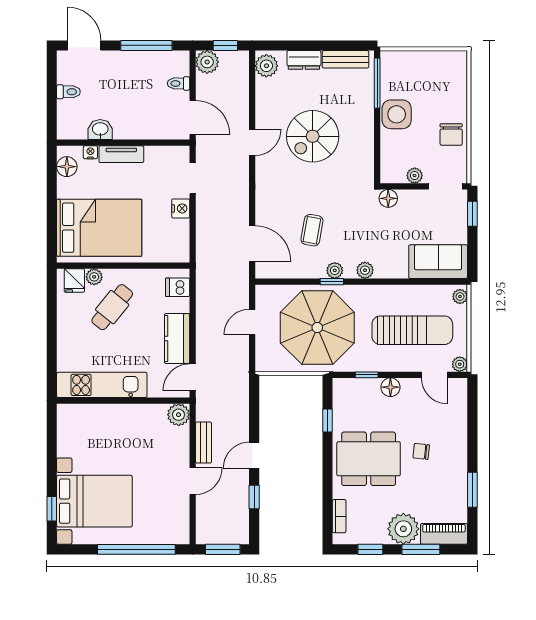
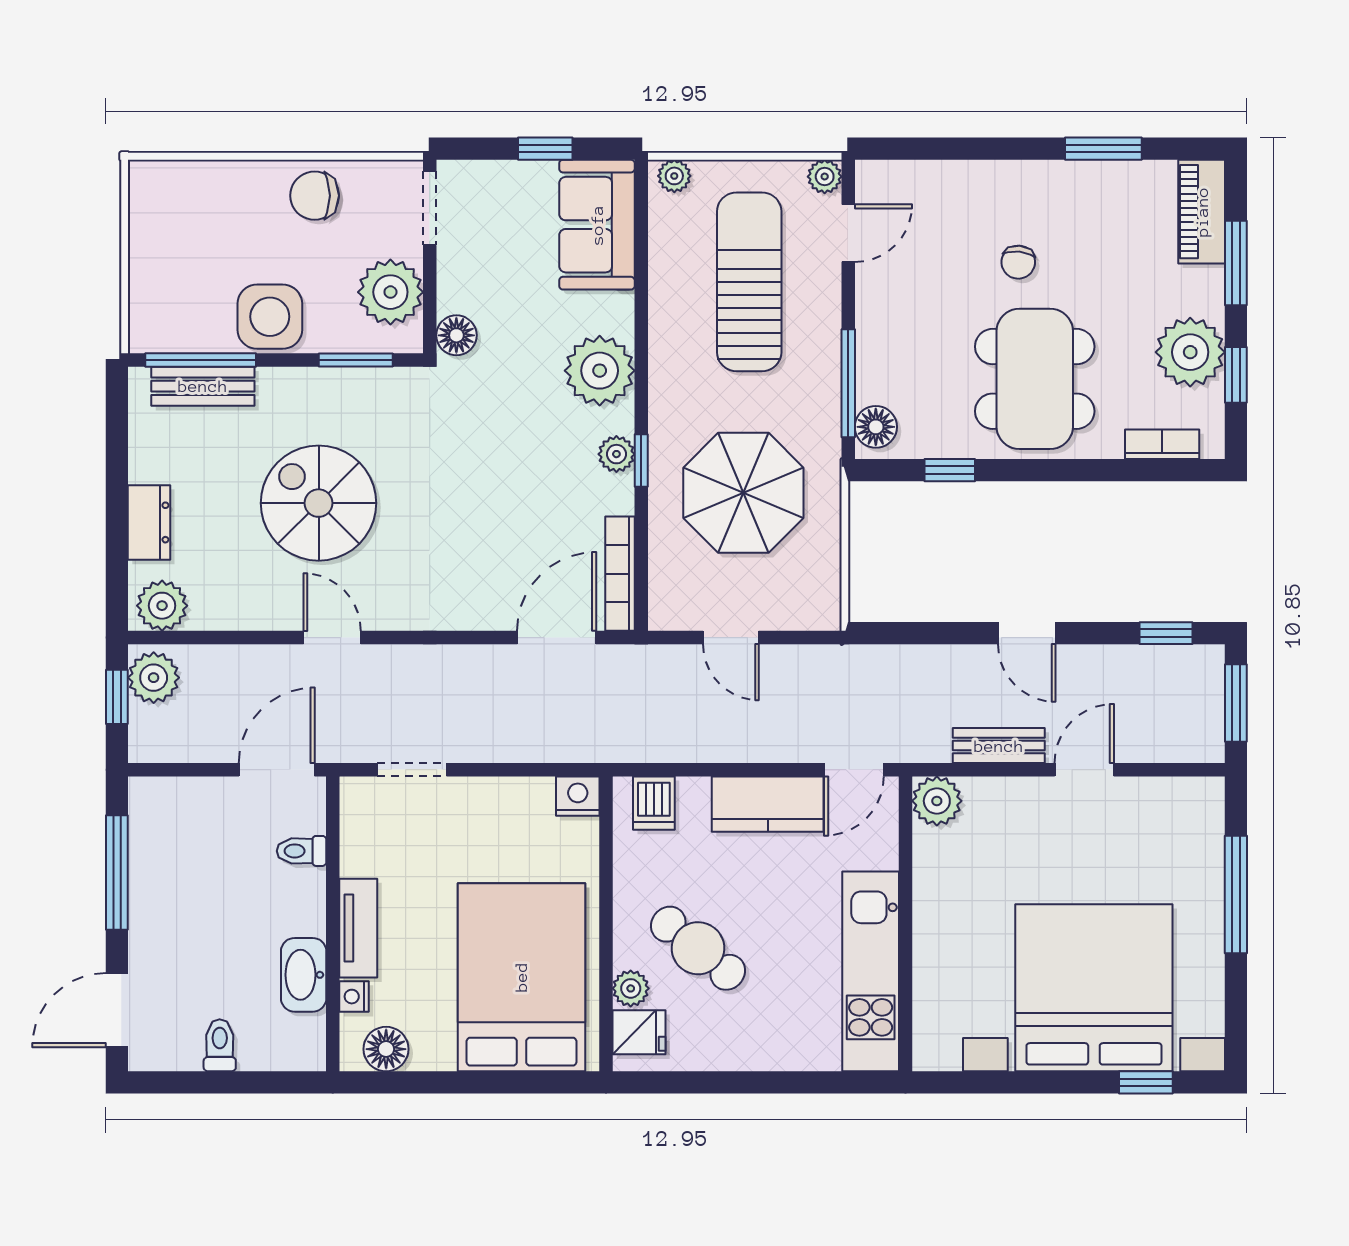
bench: (346, 59) -> (203, 386), moved, turned 90
plant: (207, 62) -> (154, 678), moved
toilet: (179, 83) -> (302, 851), moved, turned 90
washbasin: (100, 130) -> (304, 975), width x1.38
chair: (451, 134) -> (315, 196), turned 180
spiral stairs: (313, 136) -> (319, 503), turned 180
window: (377, 153) -> (356, 360), added
plant: (415, 176) -> (390, 292), width x1.88, depth x1.88
nightstand: (181, 208) -> (578, 796), moved
window: (472, 214) -> (545, 149), moved
coffee table: (312, 230) -> (527, 505), removed
plant: (365, 270) -> (600, 371), width x1.87, depth x1.87
bookcase: (281, 272) -> (620, 574), added
parasol: (317, 328) -> (743, 493), width x0.73, depth x0.73
window: (367, 375) -> (848, 383), width x2.17
door: (193, 377) -> (854, 770), hinge flipped
floor lamp: (390, 387) -> (876, 427), moved
door: (193, 481) -> (1084, 770), hinge flipped
window: (254, 497) -> (1166, 633), moved
bed with nightstands: (94, 501) -> (1094, 988), width x1.36
plant: (403, 529) -> (1190, 352), moved
window: (136, 549) -> (1236, 894), width x0.68

